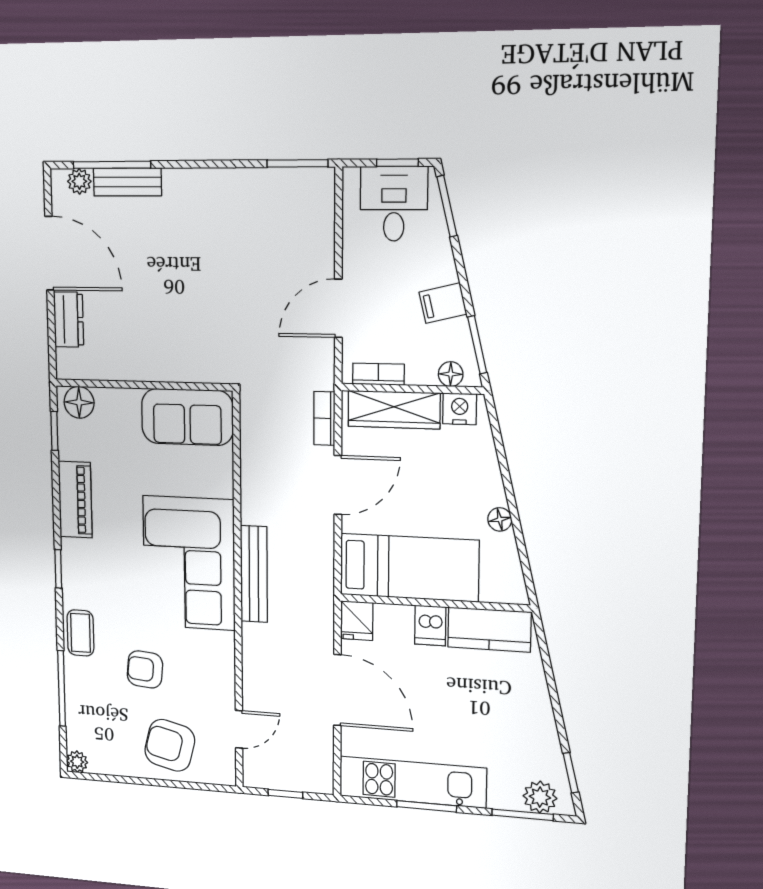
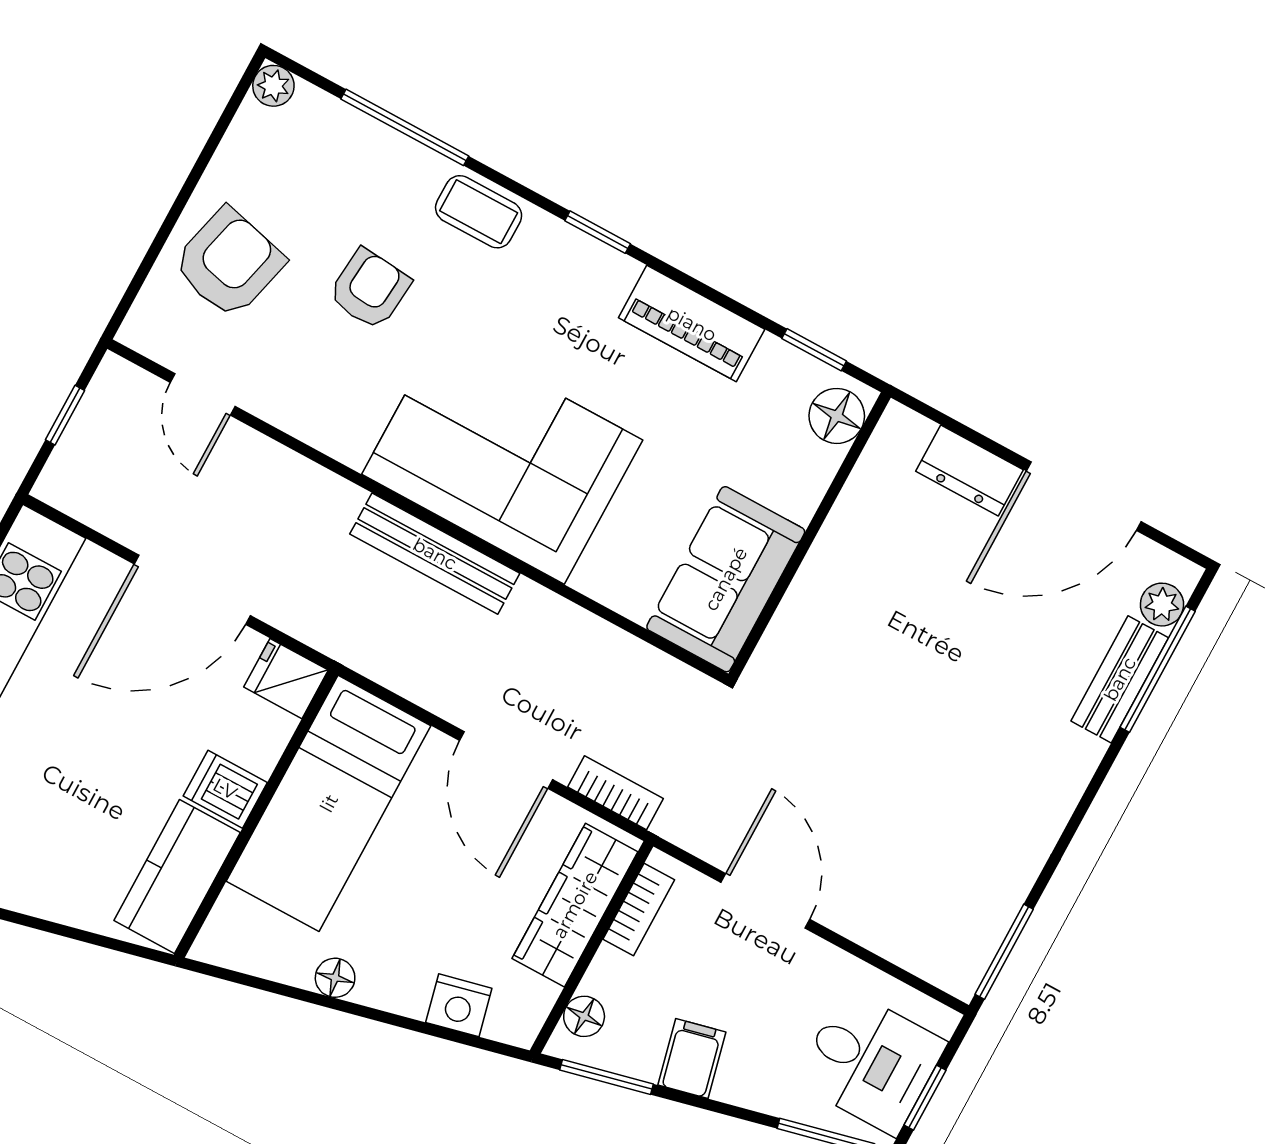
nightstand: (460, 409) -> (459, 1005), moved, turned 77

